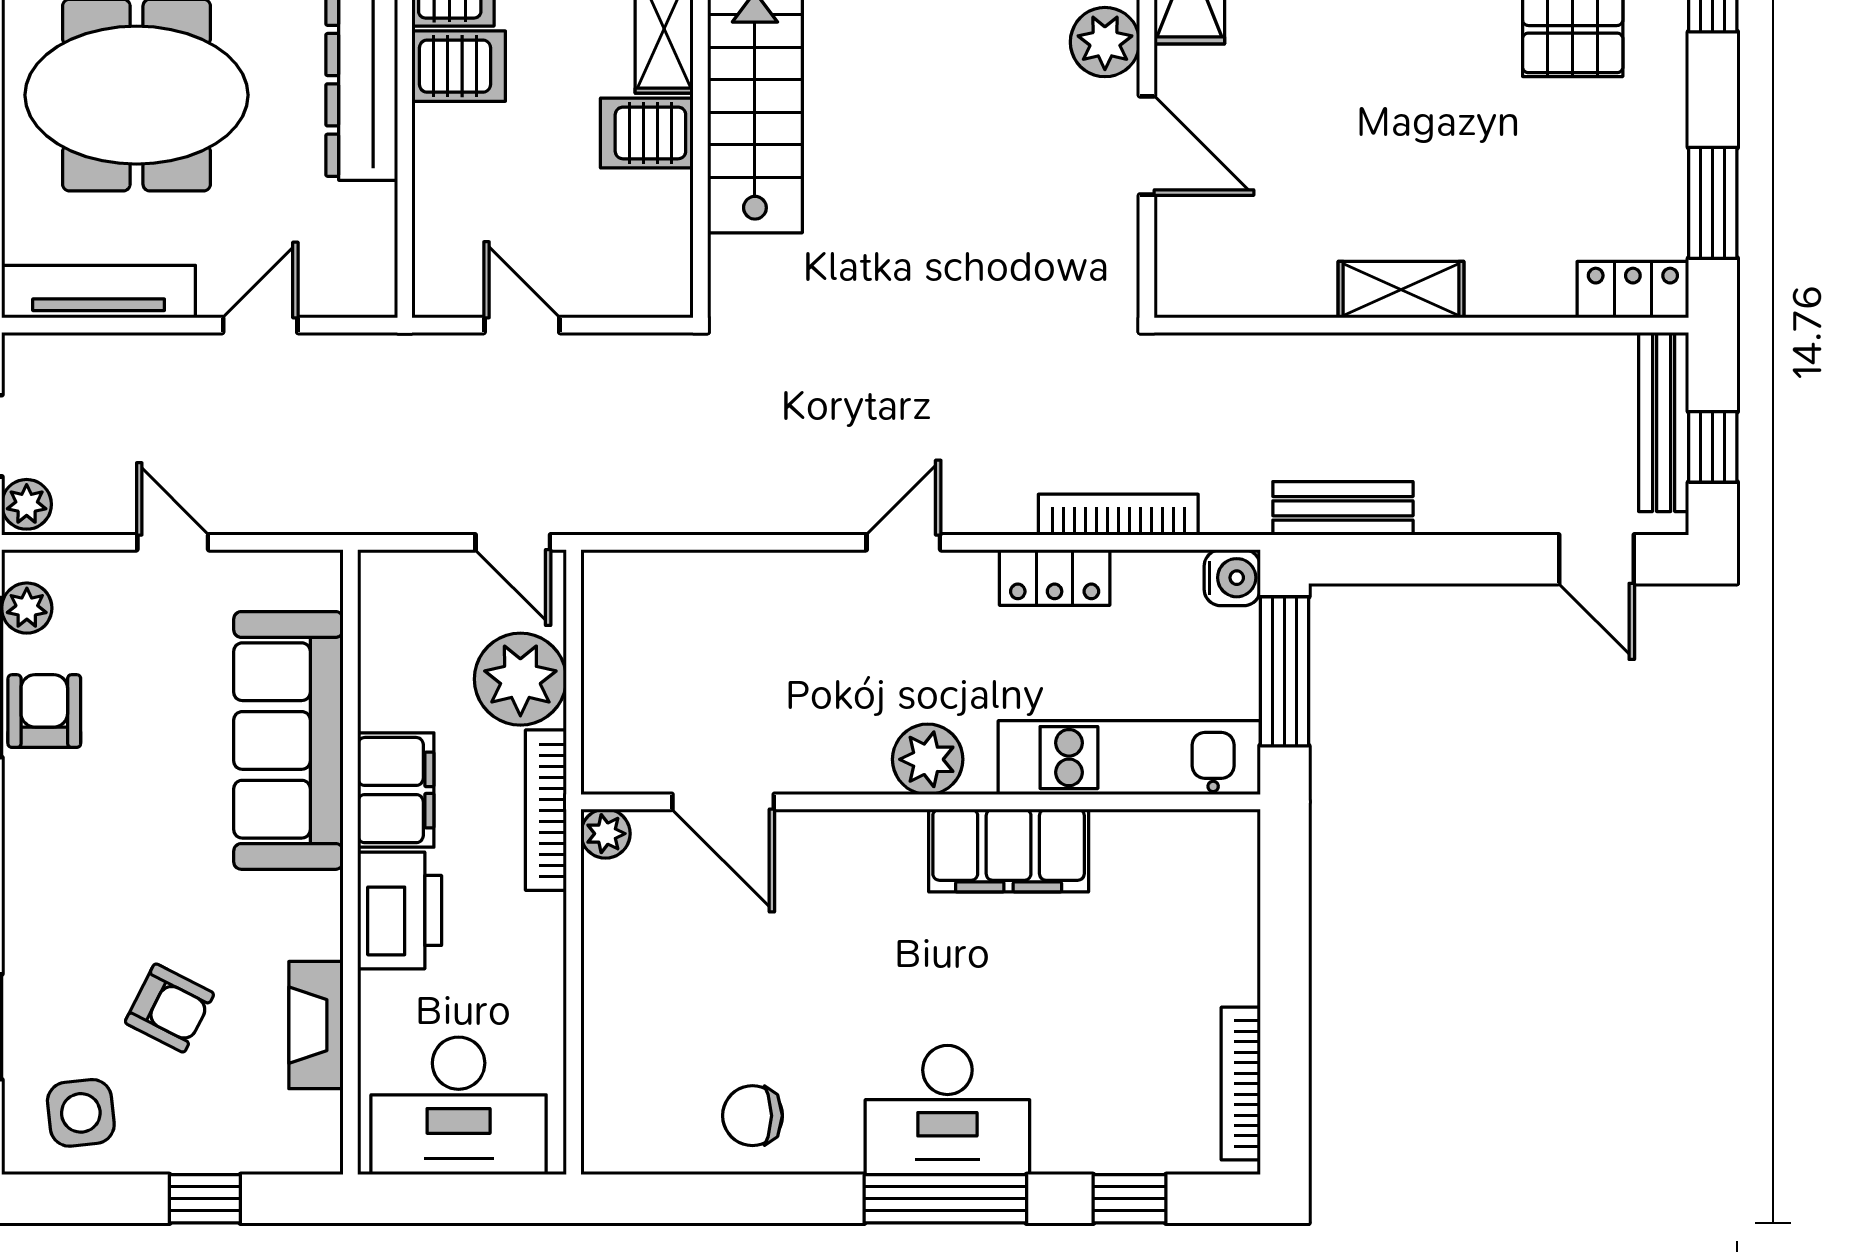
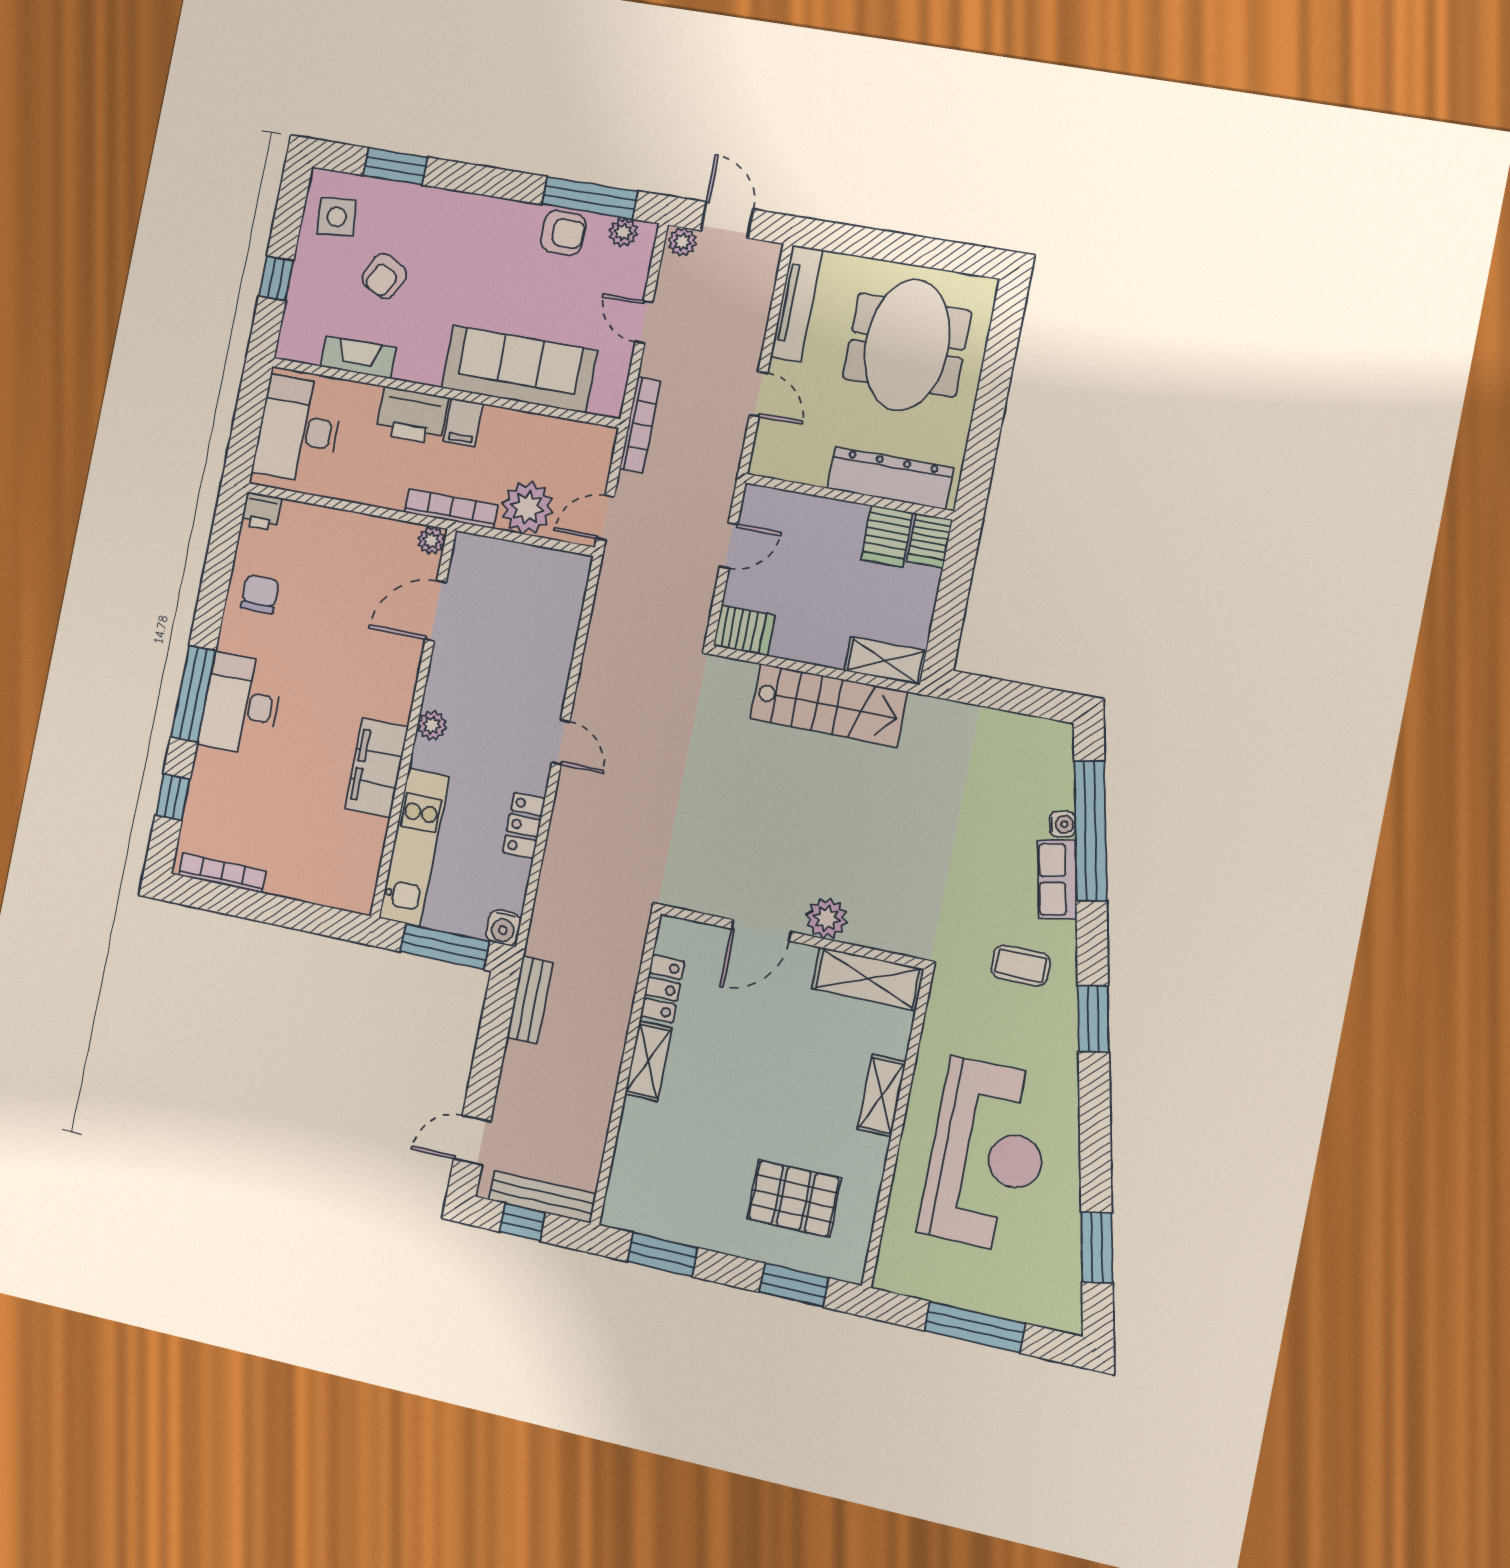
server rack: (647, 133) -> (744, 630), moved, turned 90
locker: (1633, 290) -> (662, 989), moved
bookcase: (1118, 515) -> (640, 425), moved
door: (173, 542) -> (644, 322), swing flipped
plant: (928, 759) -> (432, 725), width x0.73, depth x0.73
filing cabinet: (396, 790) -> (463, 423), width x0.50
printer: (610, 1142) -> (261, 511), added

